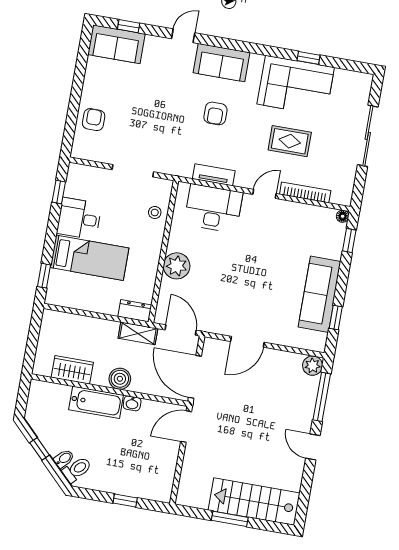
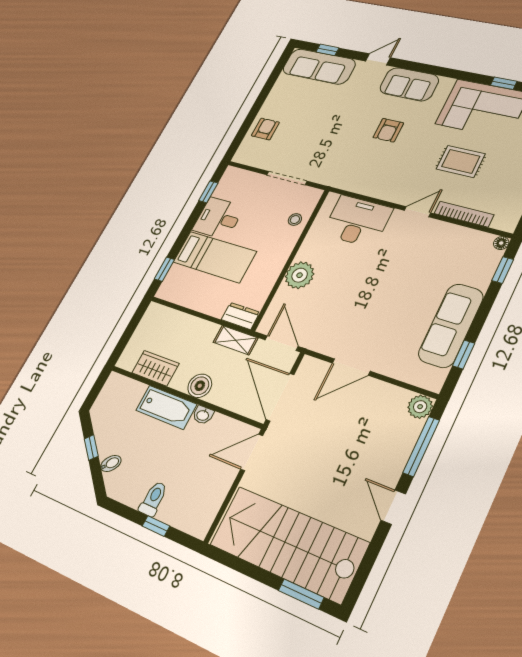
sofa: (116, 44) -> (319, 67), width x1.36
tv unit: (214, 175) -> (368, 188), removed
toilet: (77, 470) -> (153, 499), moved, turned -45
stairs: (254, 502) -> (288, 544), width x1.36, depth x1.51
window: (230, 519) -> (301, 594), moved

